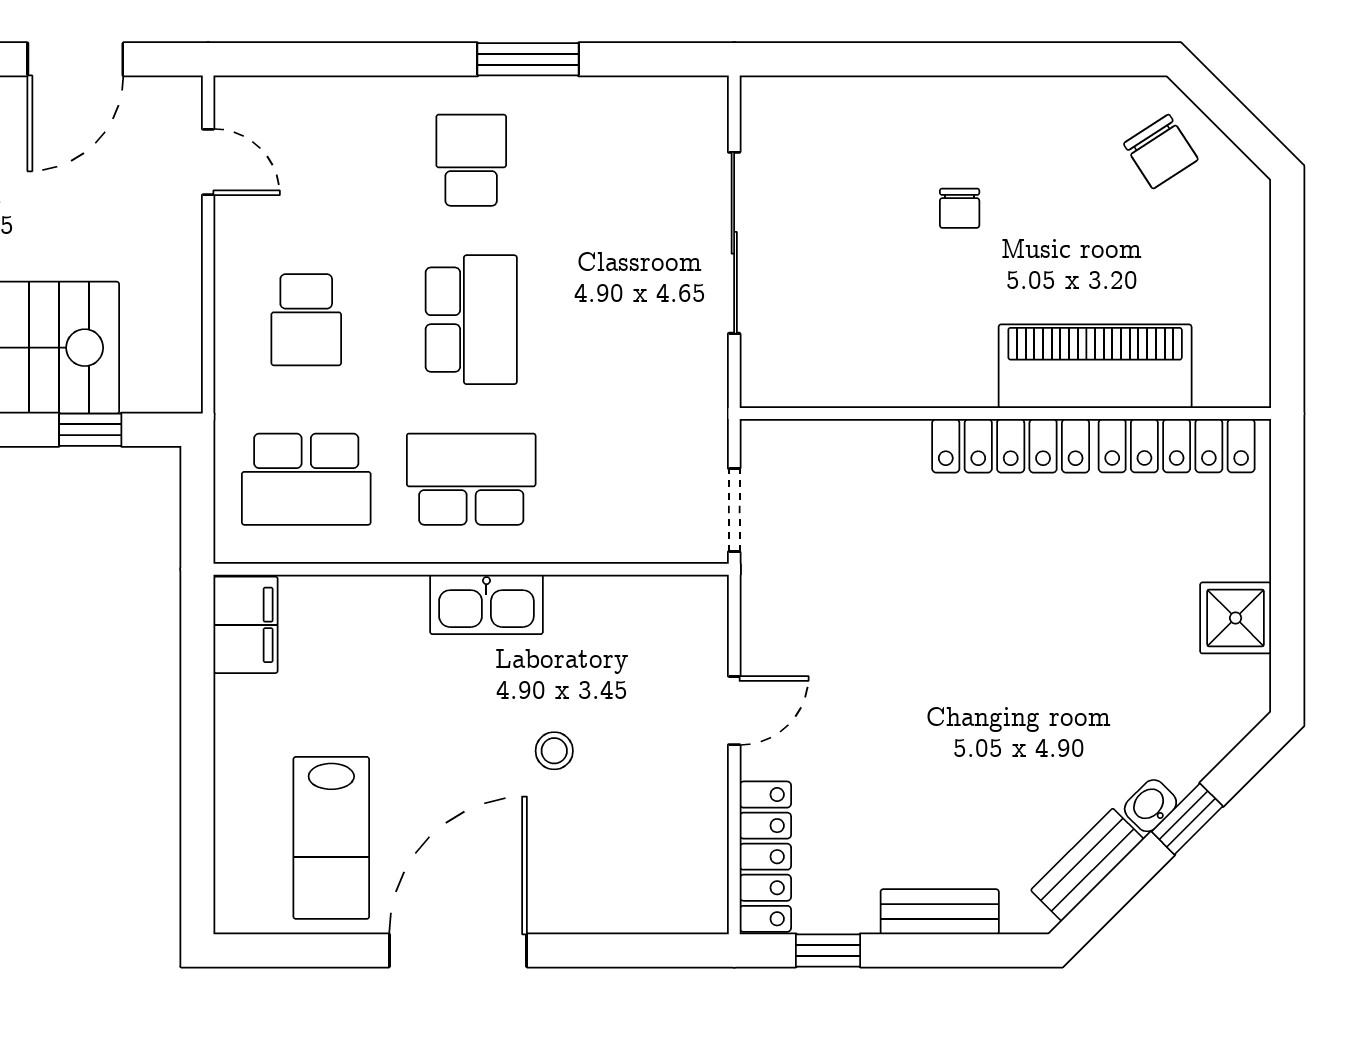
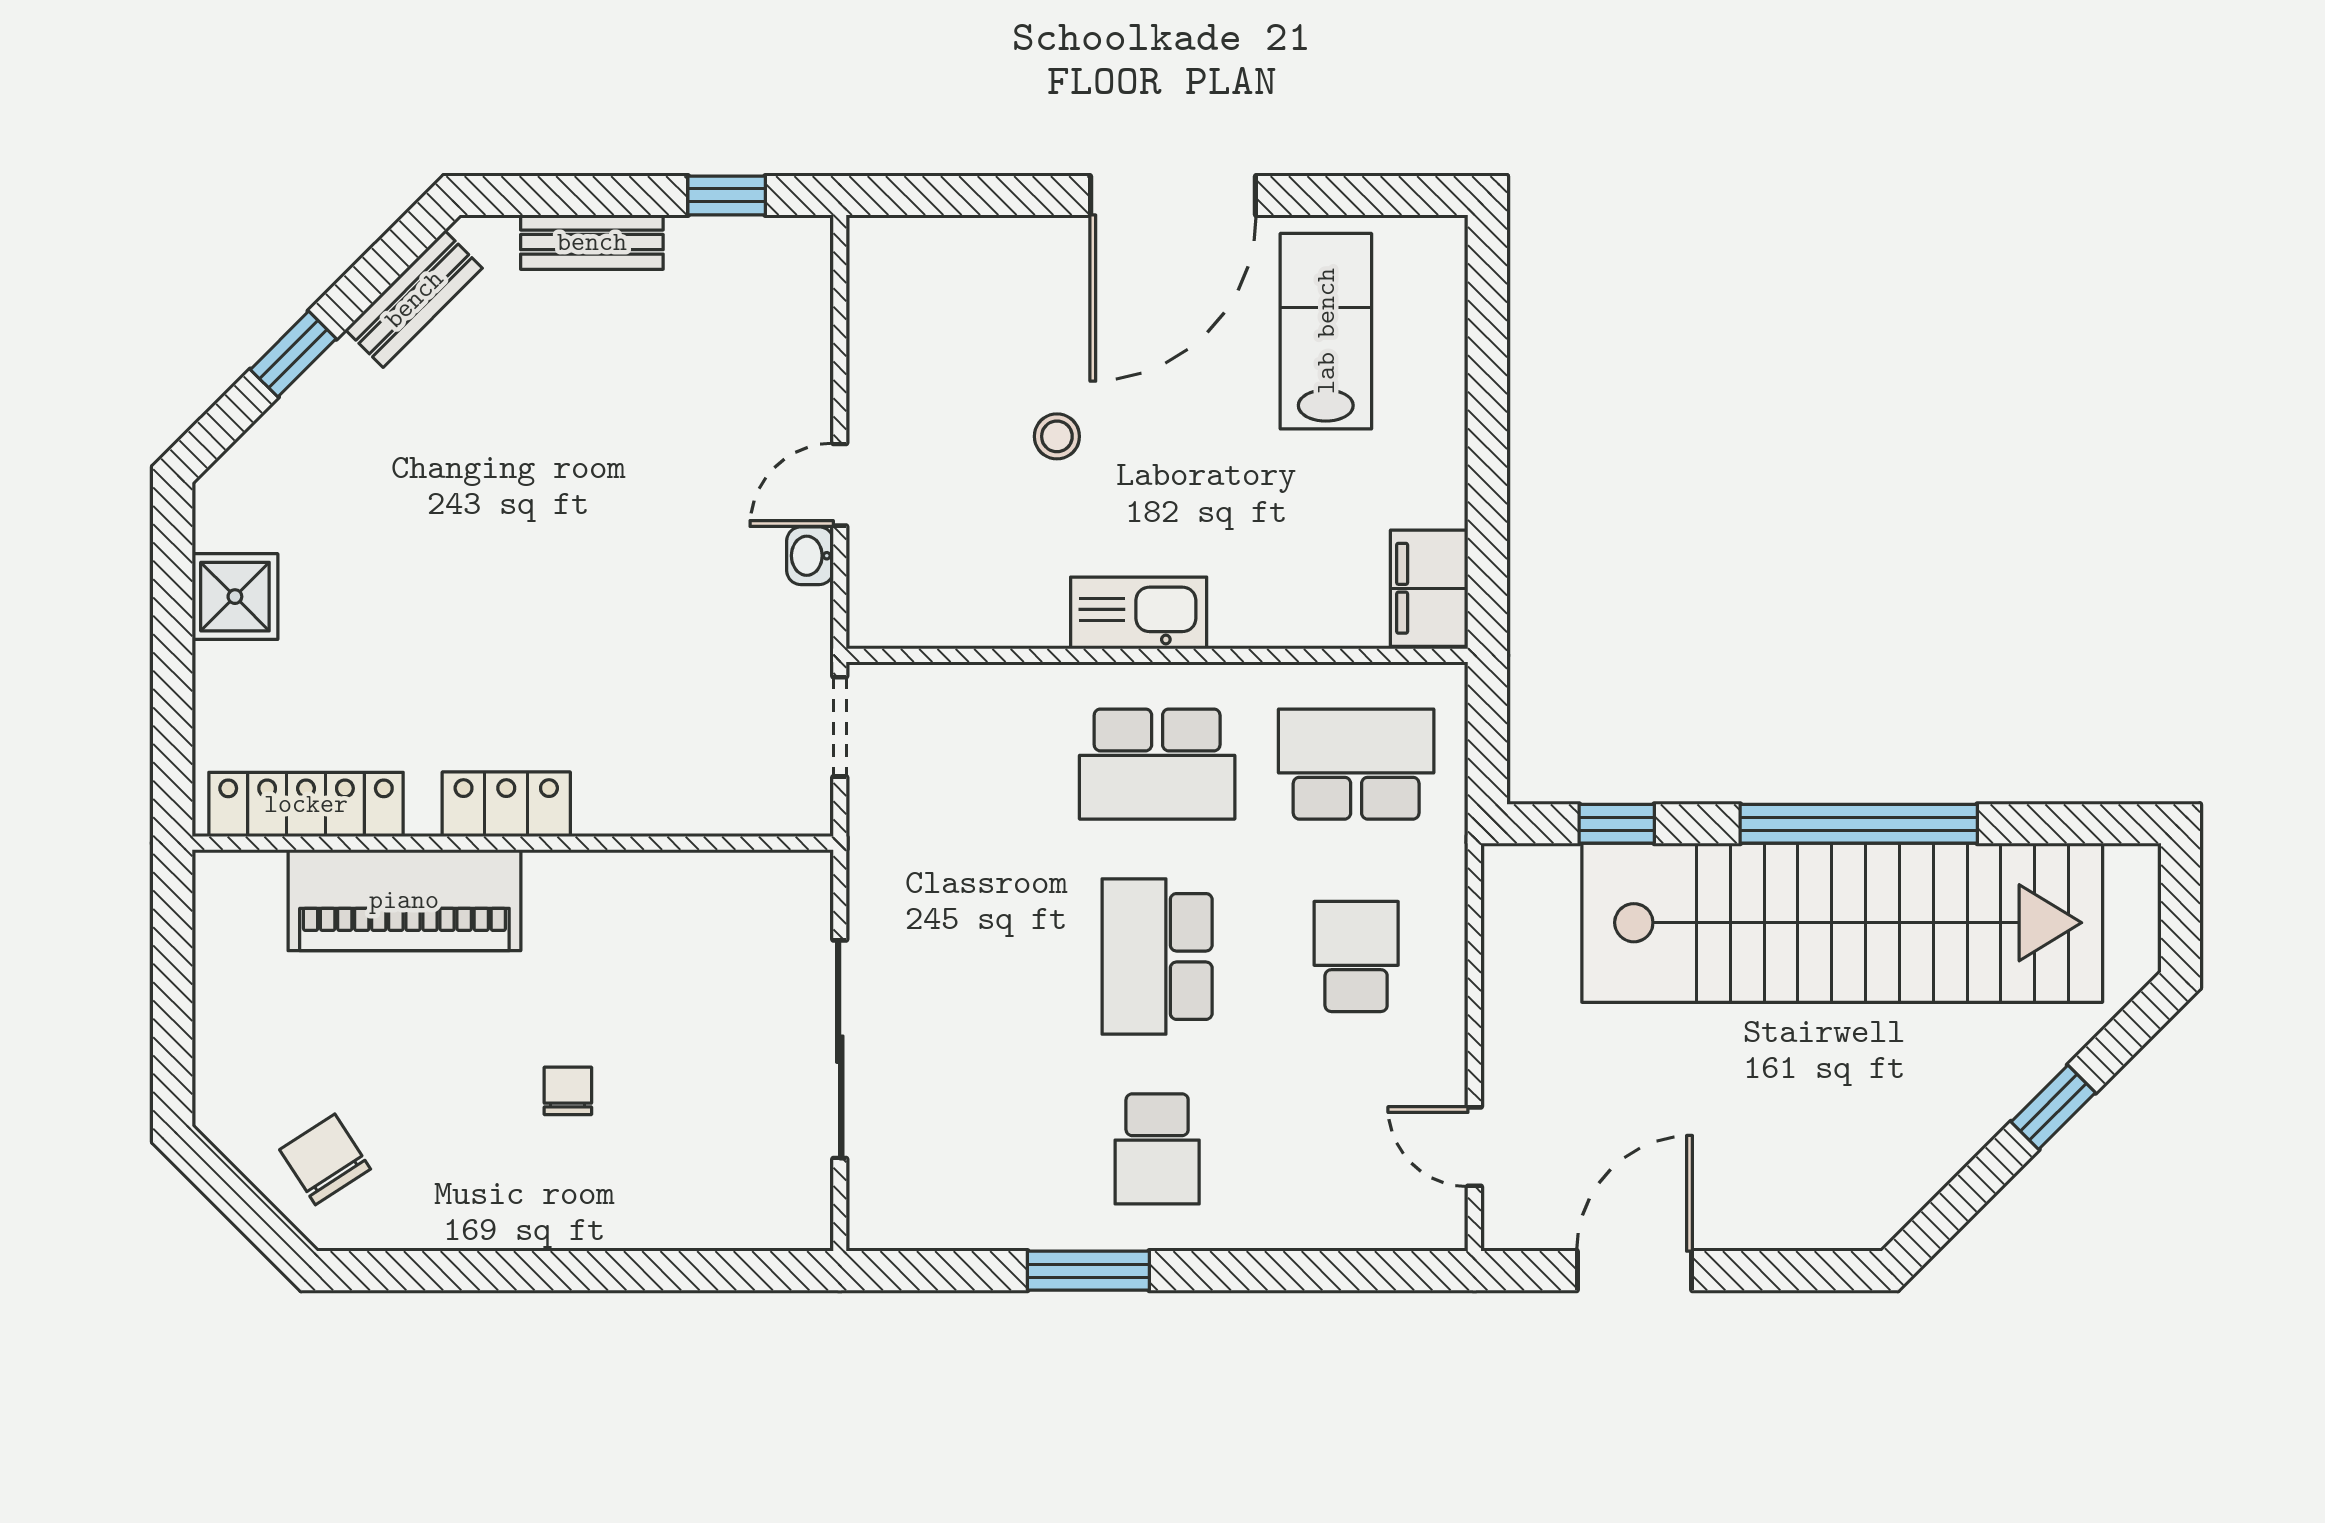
locker: (1011, 446) -> (506, 804), width x0.66
washbasin: (1150, 806) -> (810, 556), moved, turned 135
locker: (765, 857) -> (802, 309), removed

